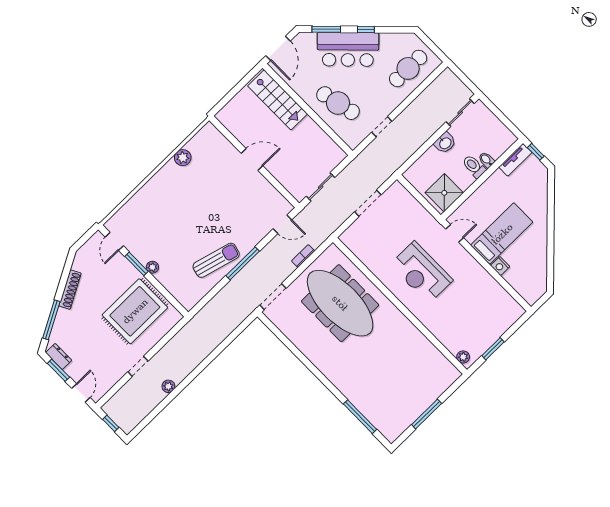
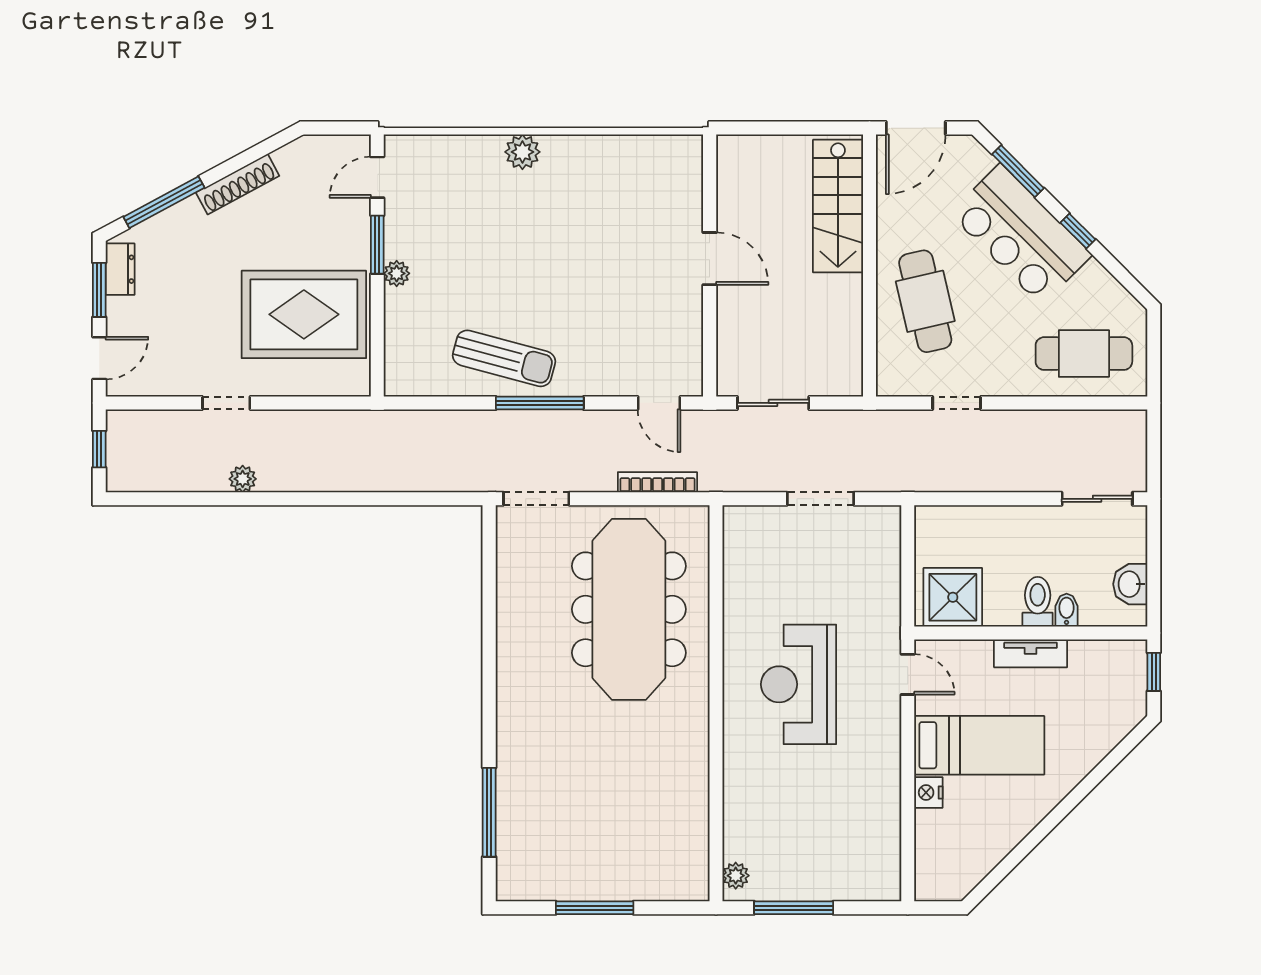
washbasin: (445, 143) -> (1130, 584), moved, turned 90
plant: (183, 158) -> (522, 152), moved
tv unit: (515, 160) -> (1031, 653), moved
bookcase: (303, 256) -> (657, 482), width x1.56
window: (493, 349) -> (794, 908), width x1.44

